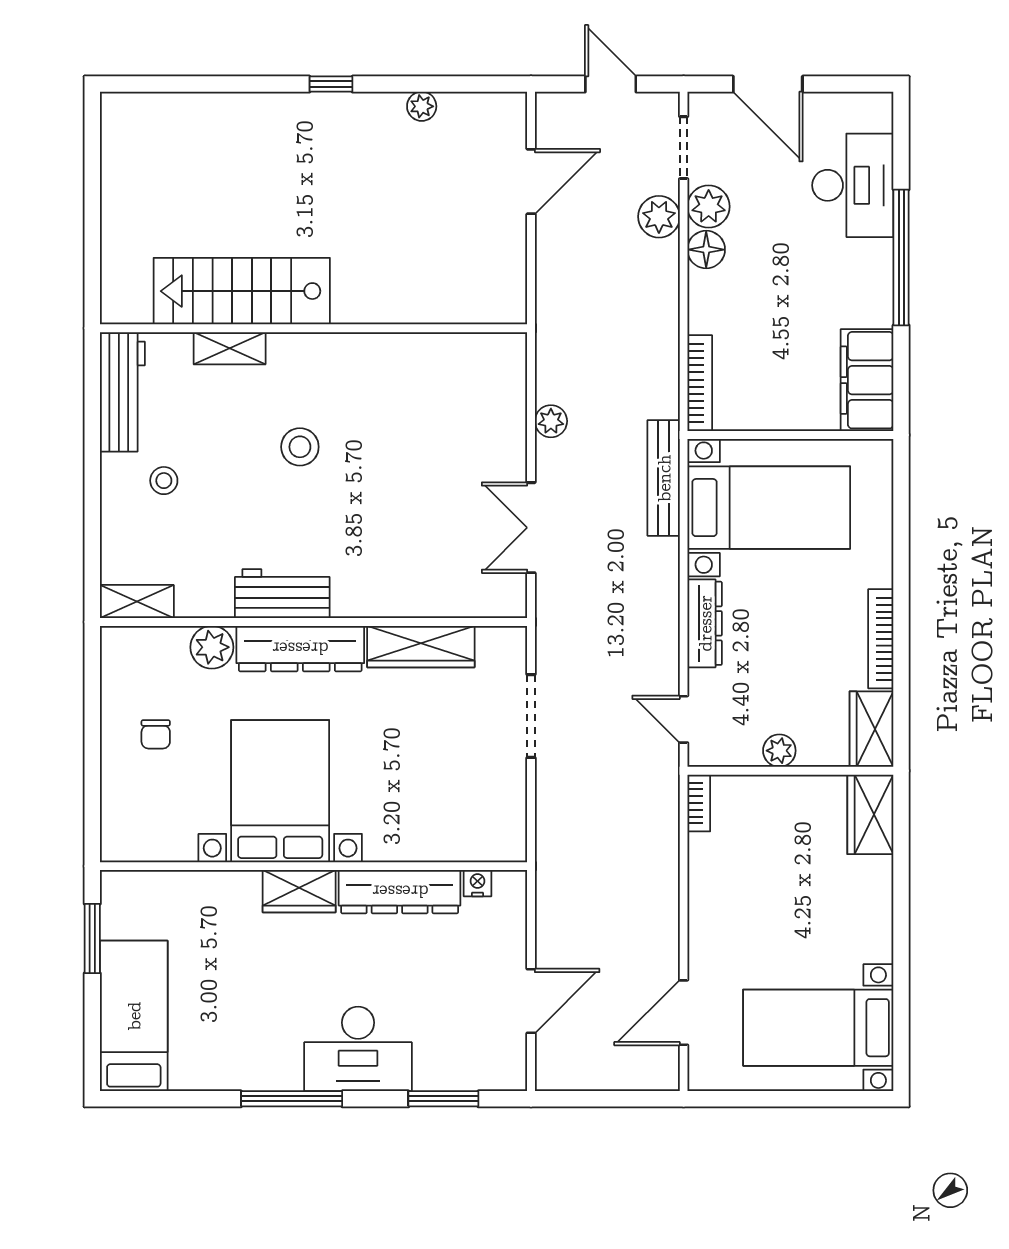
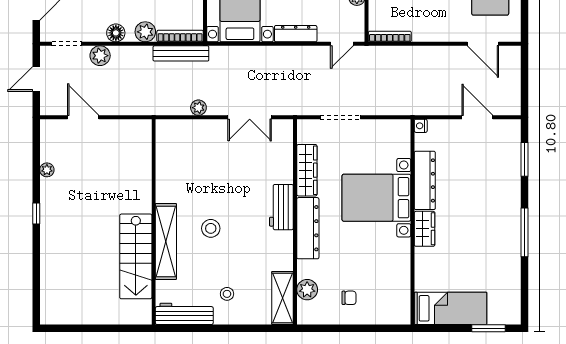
plant: (709, 207) -> (145, 32), moved
shelving: (230, 348) -> (166, 241), width x2.20, depth x1.33
bench: (664, 478) -> (181, 53), moved
workbench: (282, 594) -> (281, 207), moved
shelving: (137, 602) -> (282, 298), width x1.50, depth x1.33
plant: (212, 647) -> (307, 290), moved
bed with nightstands: (280, 791) -> (376, 198), moved
bookcase: (699, 803) -> (390, 36), width x1.56
nightstand: (477, 883) -> (421, 126), moved
window: (92, 938) -> (488, 328), moved
bed: (134, 1016) -> (451, 308), moved, turned 180
desk: (358, 1049) -> (500, 200), removed

